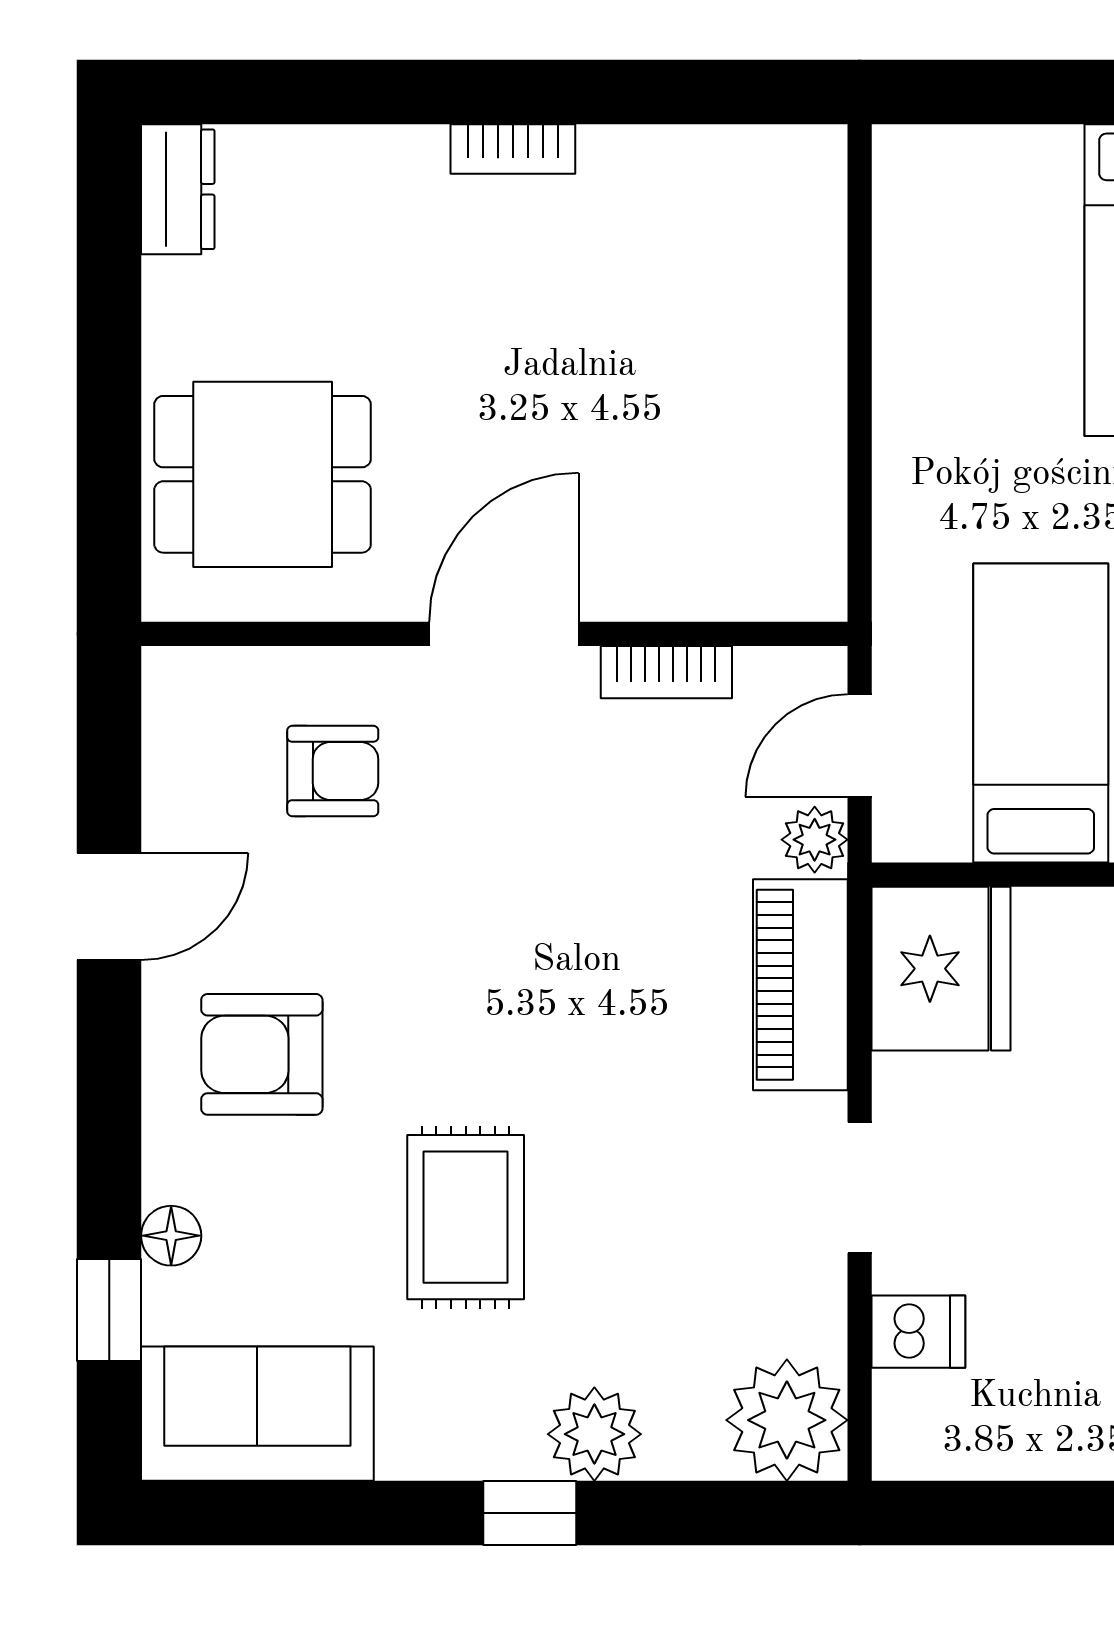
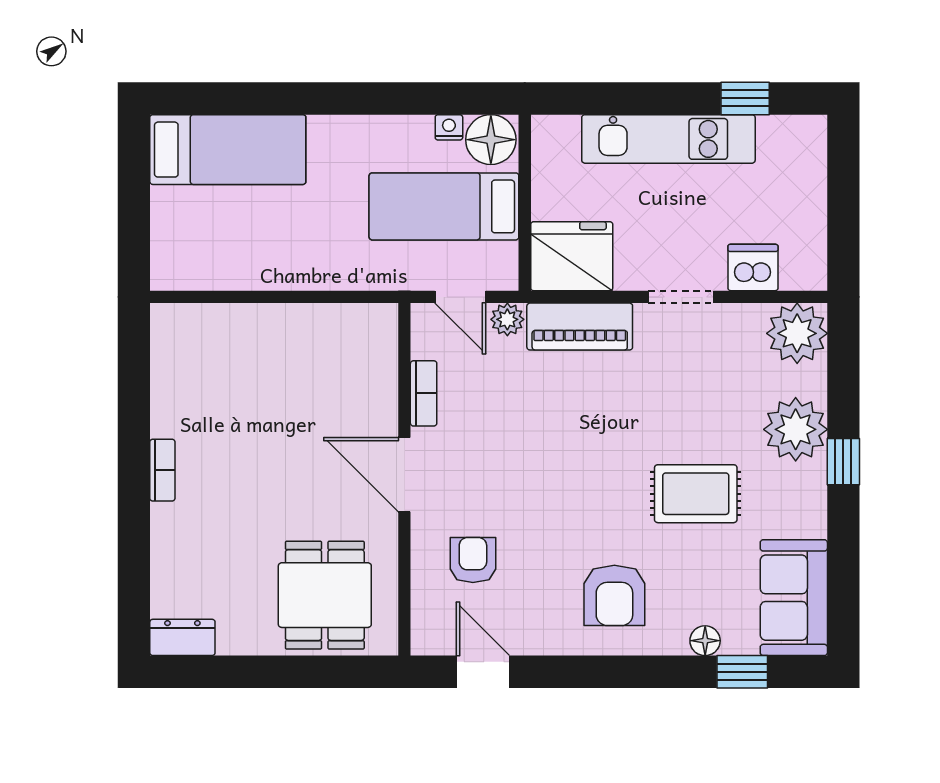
door: (109, 906) -> (483, 672), moved
dishwasher: (918, 1332) -> (753, 268), width x1.38
plant: (594, 1434) -> (796, 429), width x1.36, depth x1.36

